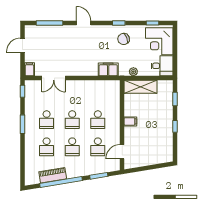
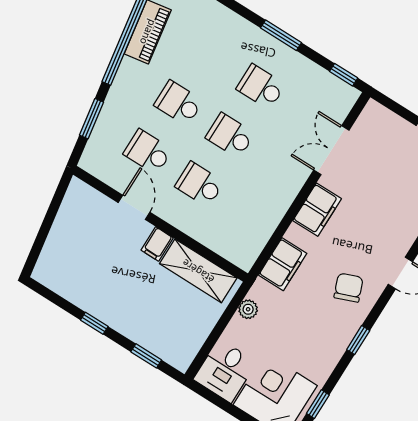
chair: (124, 39) -> (349, 288), moved
filing cabinet: (29, 69) -> (317, 210), moved, width x2.00
shelving: (140, 87) -> (198, 271), moved, turned 90
school desk: (47, 147) -> (209, 54), removed
door: (122, 152) -> (134, 207), moved

